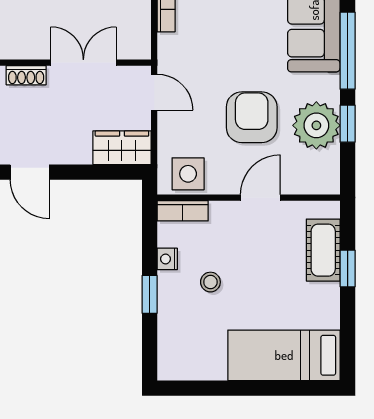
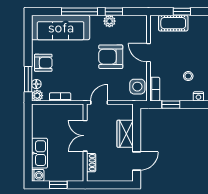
plant: (316, 125) -> (109, 21), width x0.53, depth x0.53
wardrobe: (122, 148) -> (125, 134), moved
nightstand: (167, 259) -> (198, 96), moved
window: (150, 294) -> (171, 105), moved

